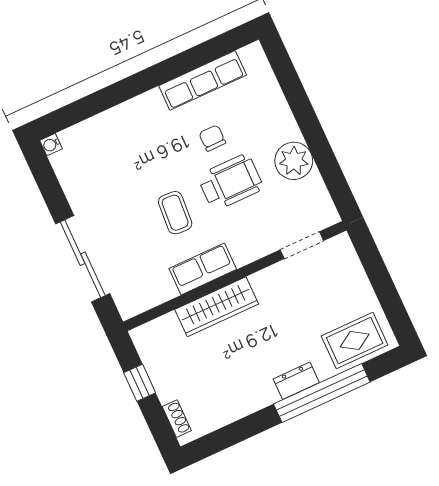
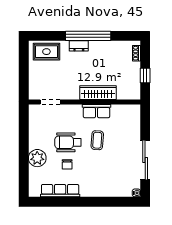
plant: (294, 161) -> (37, 158), moved
sliding door: (83, 259) -> (145, 160), moved
window: (322, 393) -> (88, 36), moved

